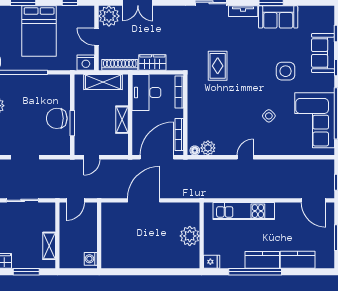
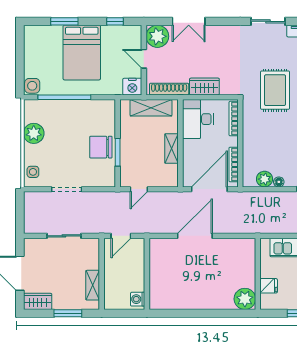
rug: (218, 66) -> (275, 90), width x1.36, depth x1.43
floor lamp: (195, 150) -> (279, 182), moved
plant: (190, 236) -> (245, 299), moved
fridge: (212, 262) -> (269, 286), moved

